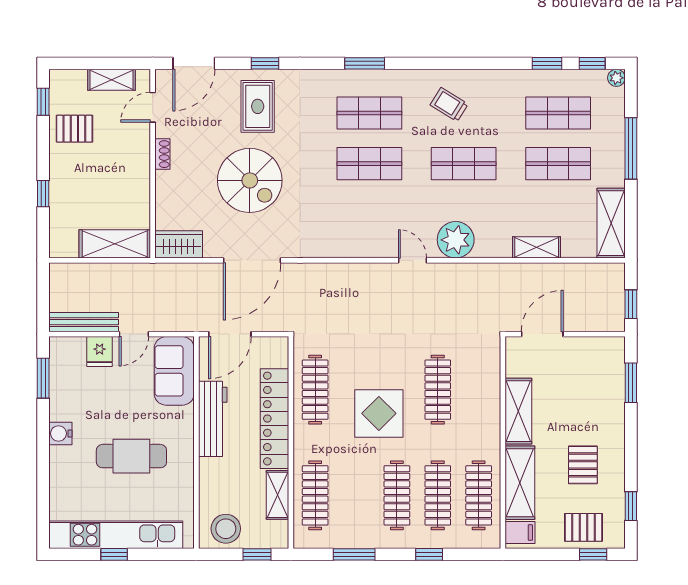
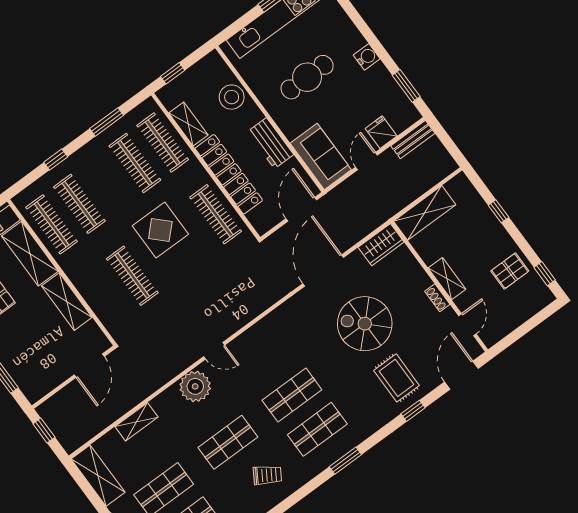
shelving: (111, 80) -> (447, 279), moved, turned 90
bench: (84, 322) -> (413, 140), width x0.73
workbench: (213, 419) -> (270, 143), width x0.73
clothes rail: (397, 495) -> (135, 163), moved
stool: (226, 529) -> (232, 97), moved

